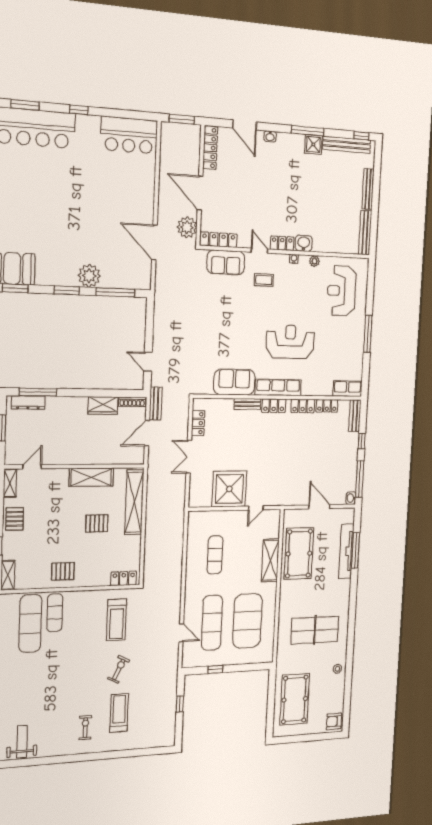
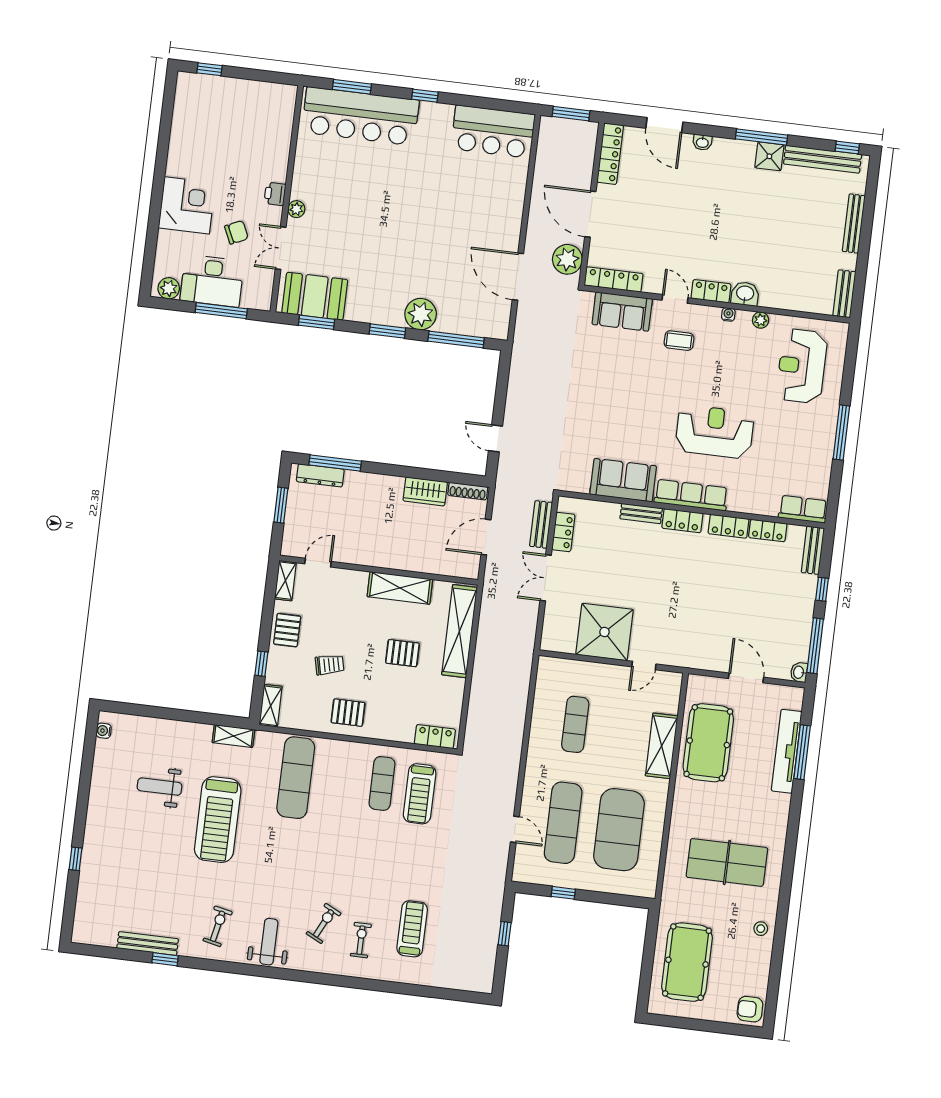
bench: (365, 233) -> (844, 294), width x0.73
bench: (156, 403) -> (541, 524), moved
trolley: (47, 539) -> (330, 665), added
exercise mat: (55, 613) -> (382, 783), moved
exercise bike: (119, 669) -> (324, 923), moved

